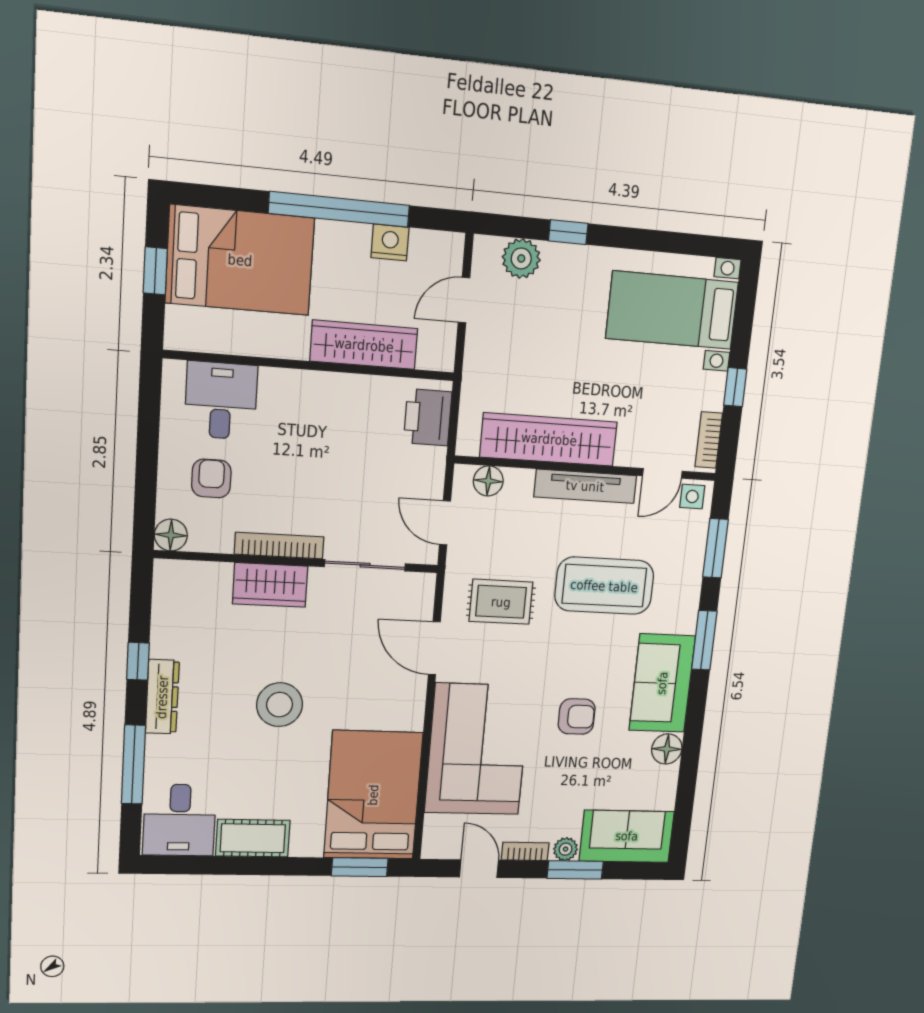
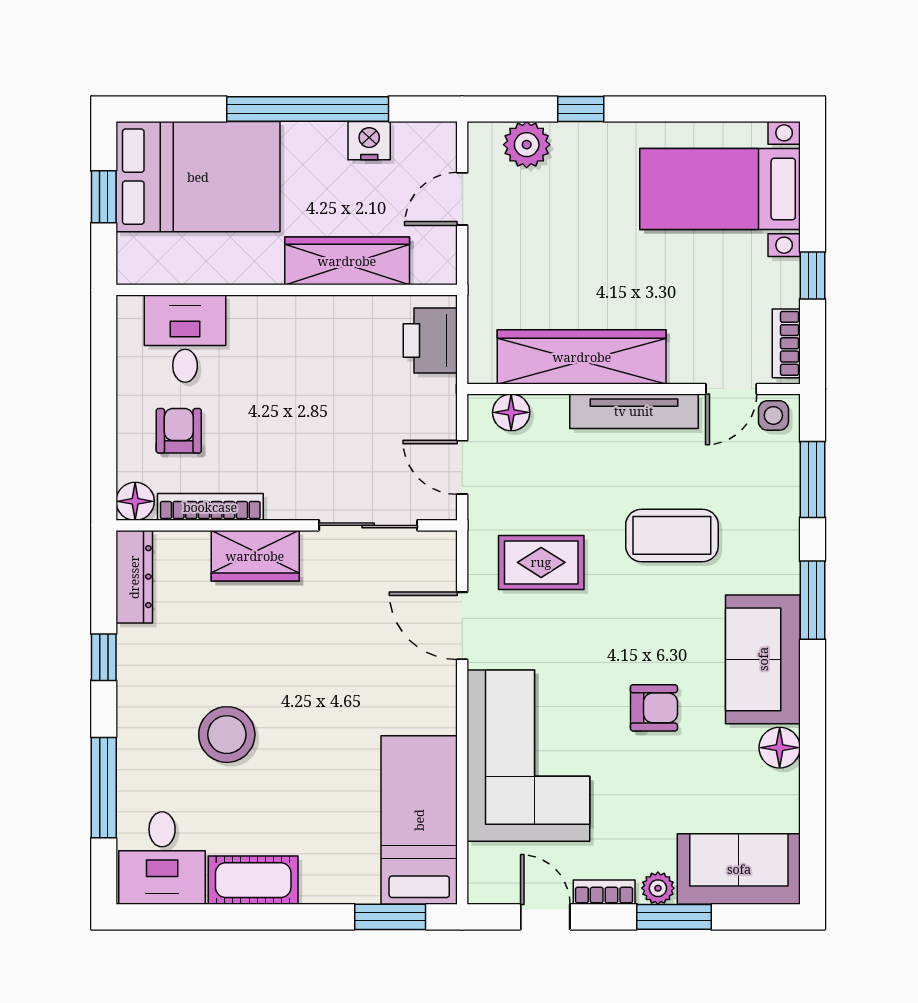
bookcase: (279, 546) -> (210, 507), moved
coffee table: (604, 586) -> (672, 535), width x0.73, depth x0.76
dresser: (162, 697) -> (134, 577), moved
stool: (280, 705) -> (227, 735), moved
bed: (373, 795) -> (419, 820), width x0.67

